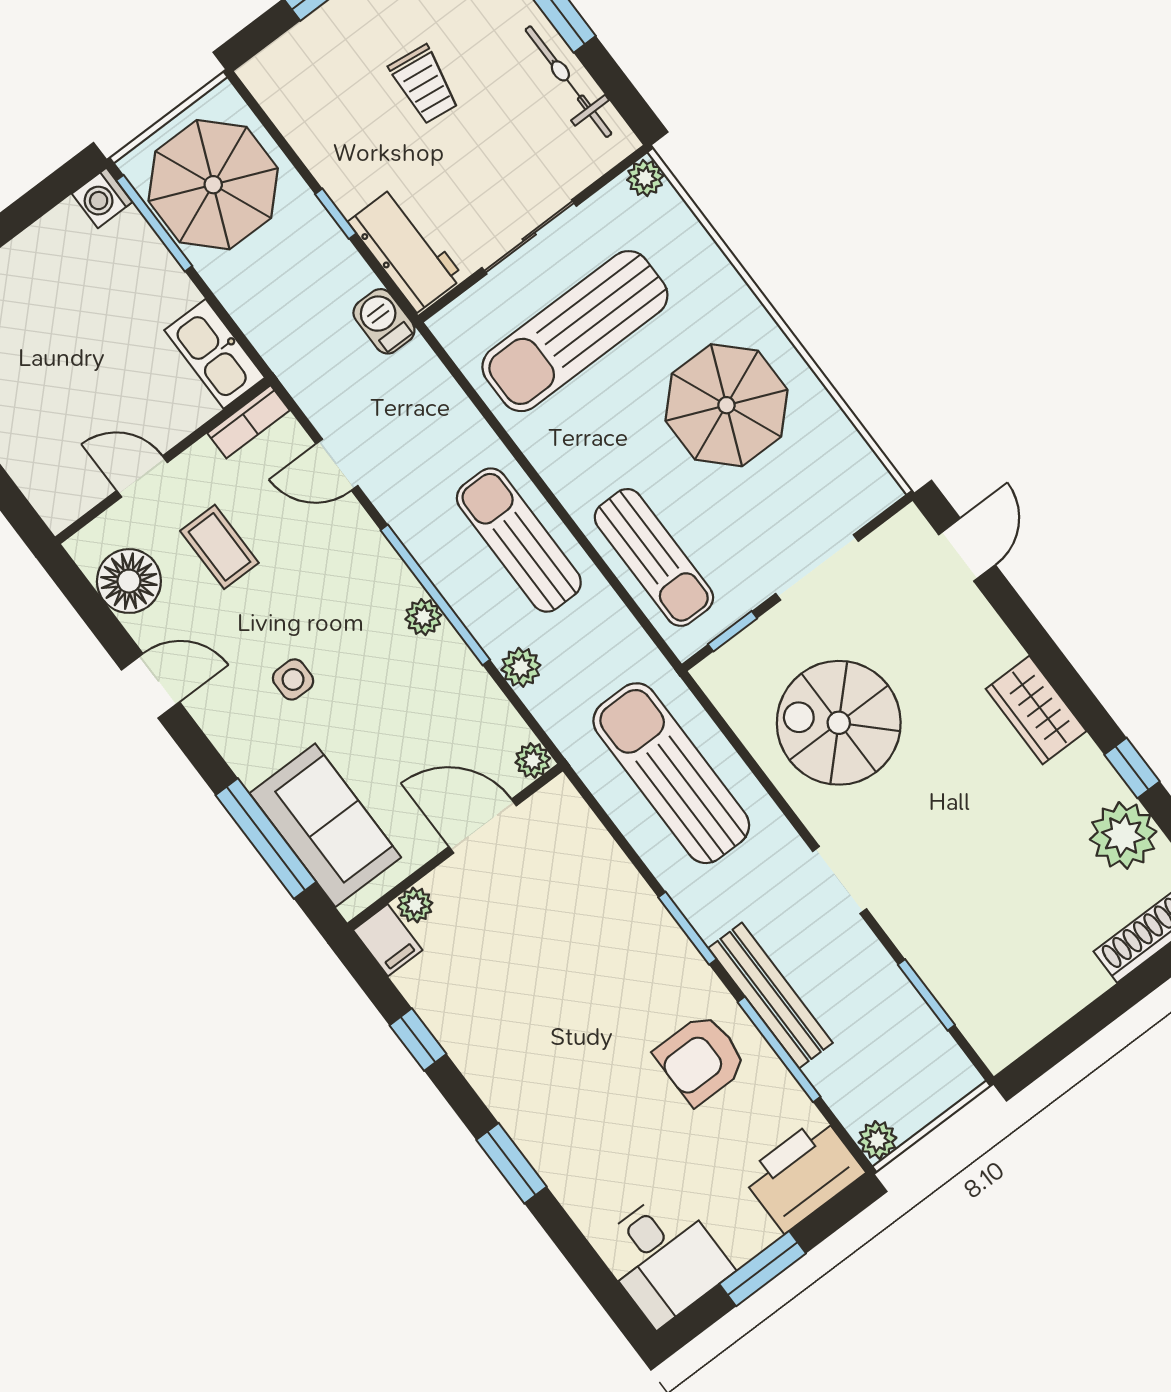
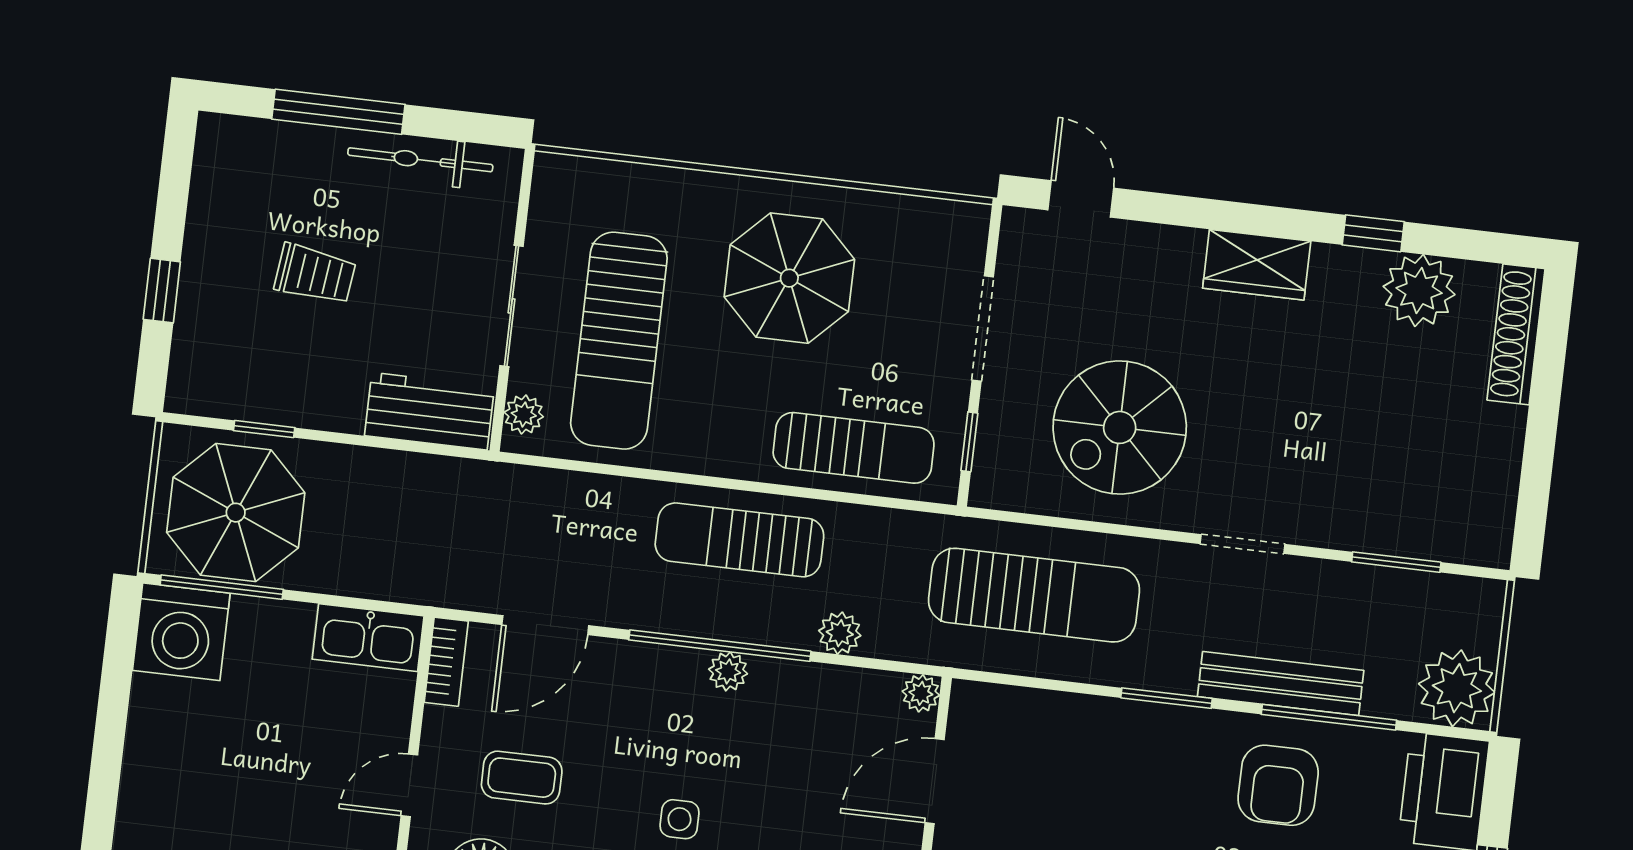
plant: (645, 178) -> (524, 414), moved
washing machine: (102, 198) -> (181, 632), width x1.89, depth x1.89
window: (336, 214) -> (264, 429), moved
barbecue: (384, 321) -> (469, 482), removed
door: (337, 465) -> (545, 625), width x1.38
sun lounger: (671, 773) -> (1034, 595), turned 180
plant: (877, 1140) -> (1457, 688), width x1.87, depth x1.87

